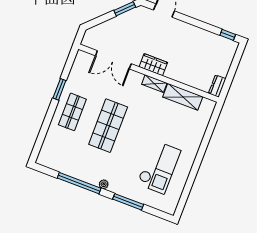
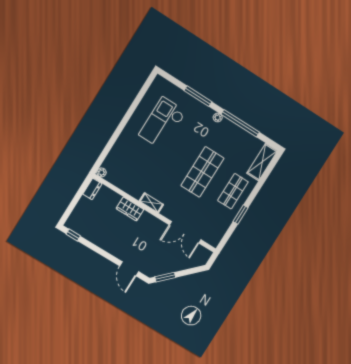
double door: (113, 60) -> (185, 232), swing flipped
wardrobe: (153, 65) -> (130, 209), moved
shelving: (183, 97) -> (262, 162), moved, turned 90
plant: (211, 105) -> (101, 172), added

